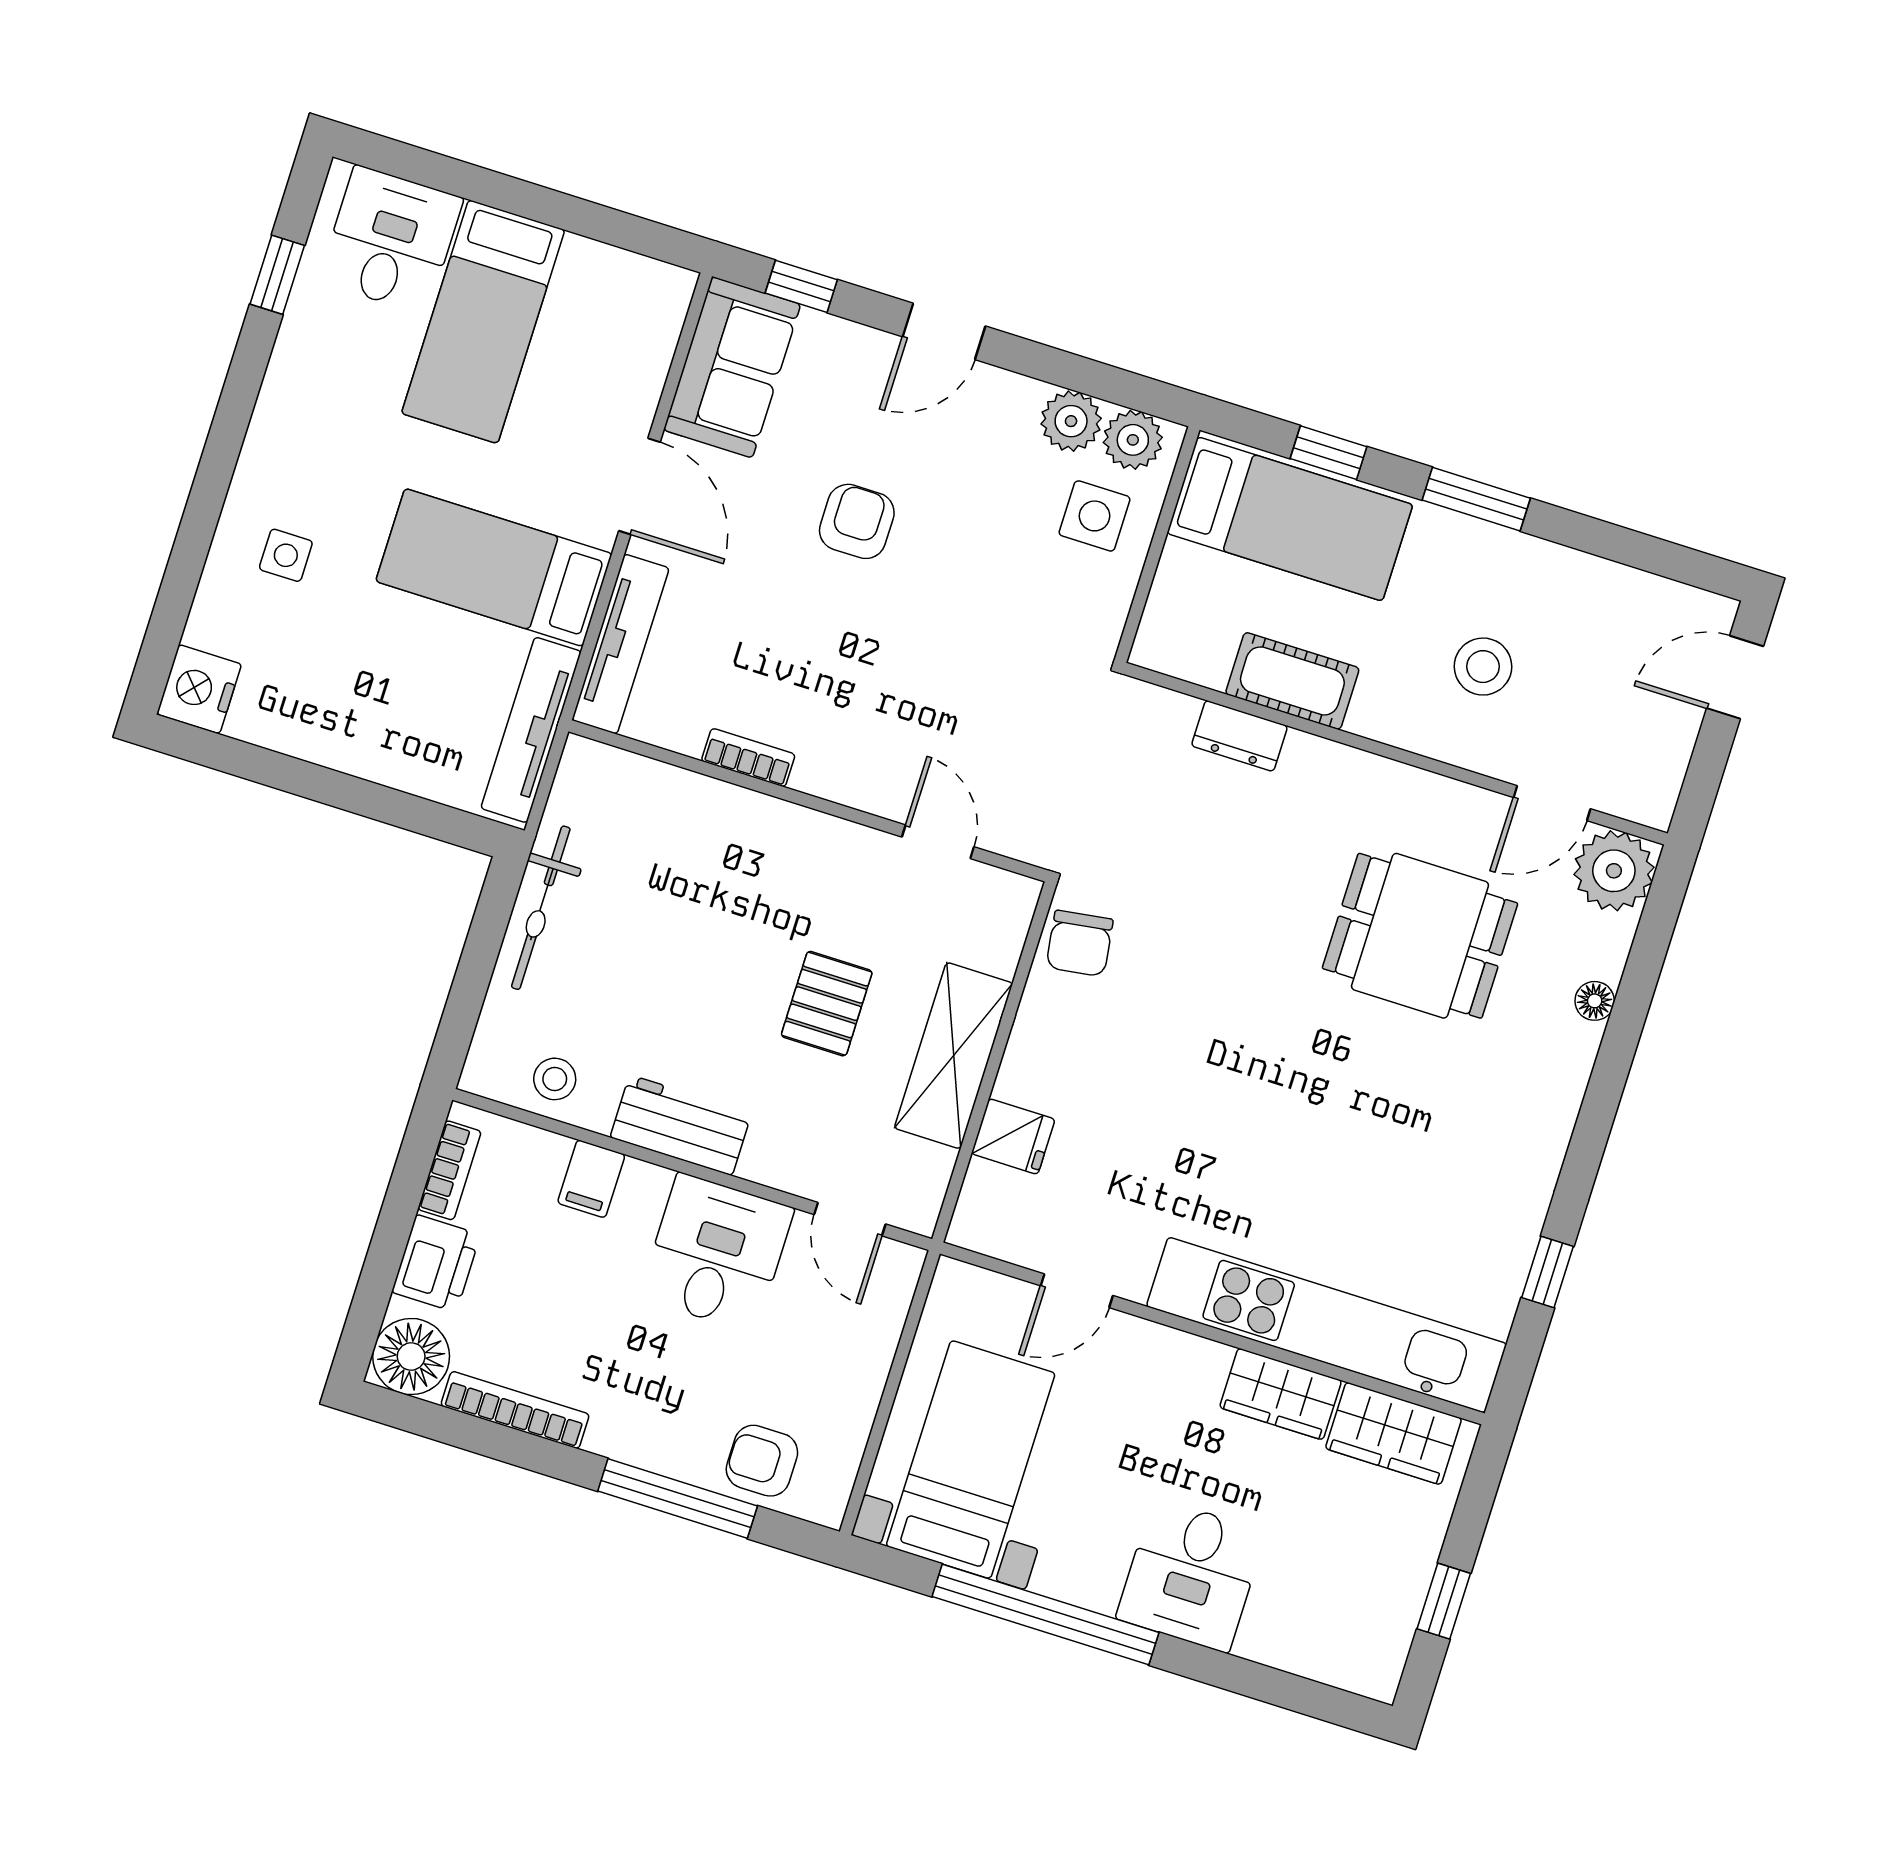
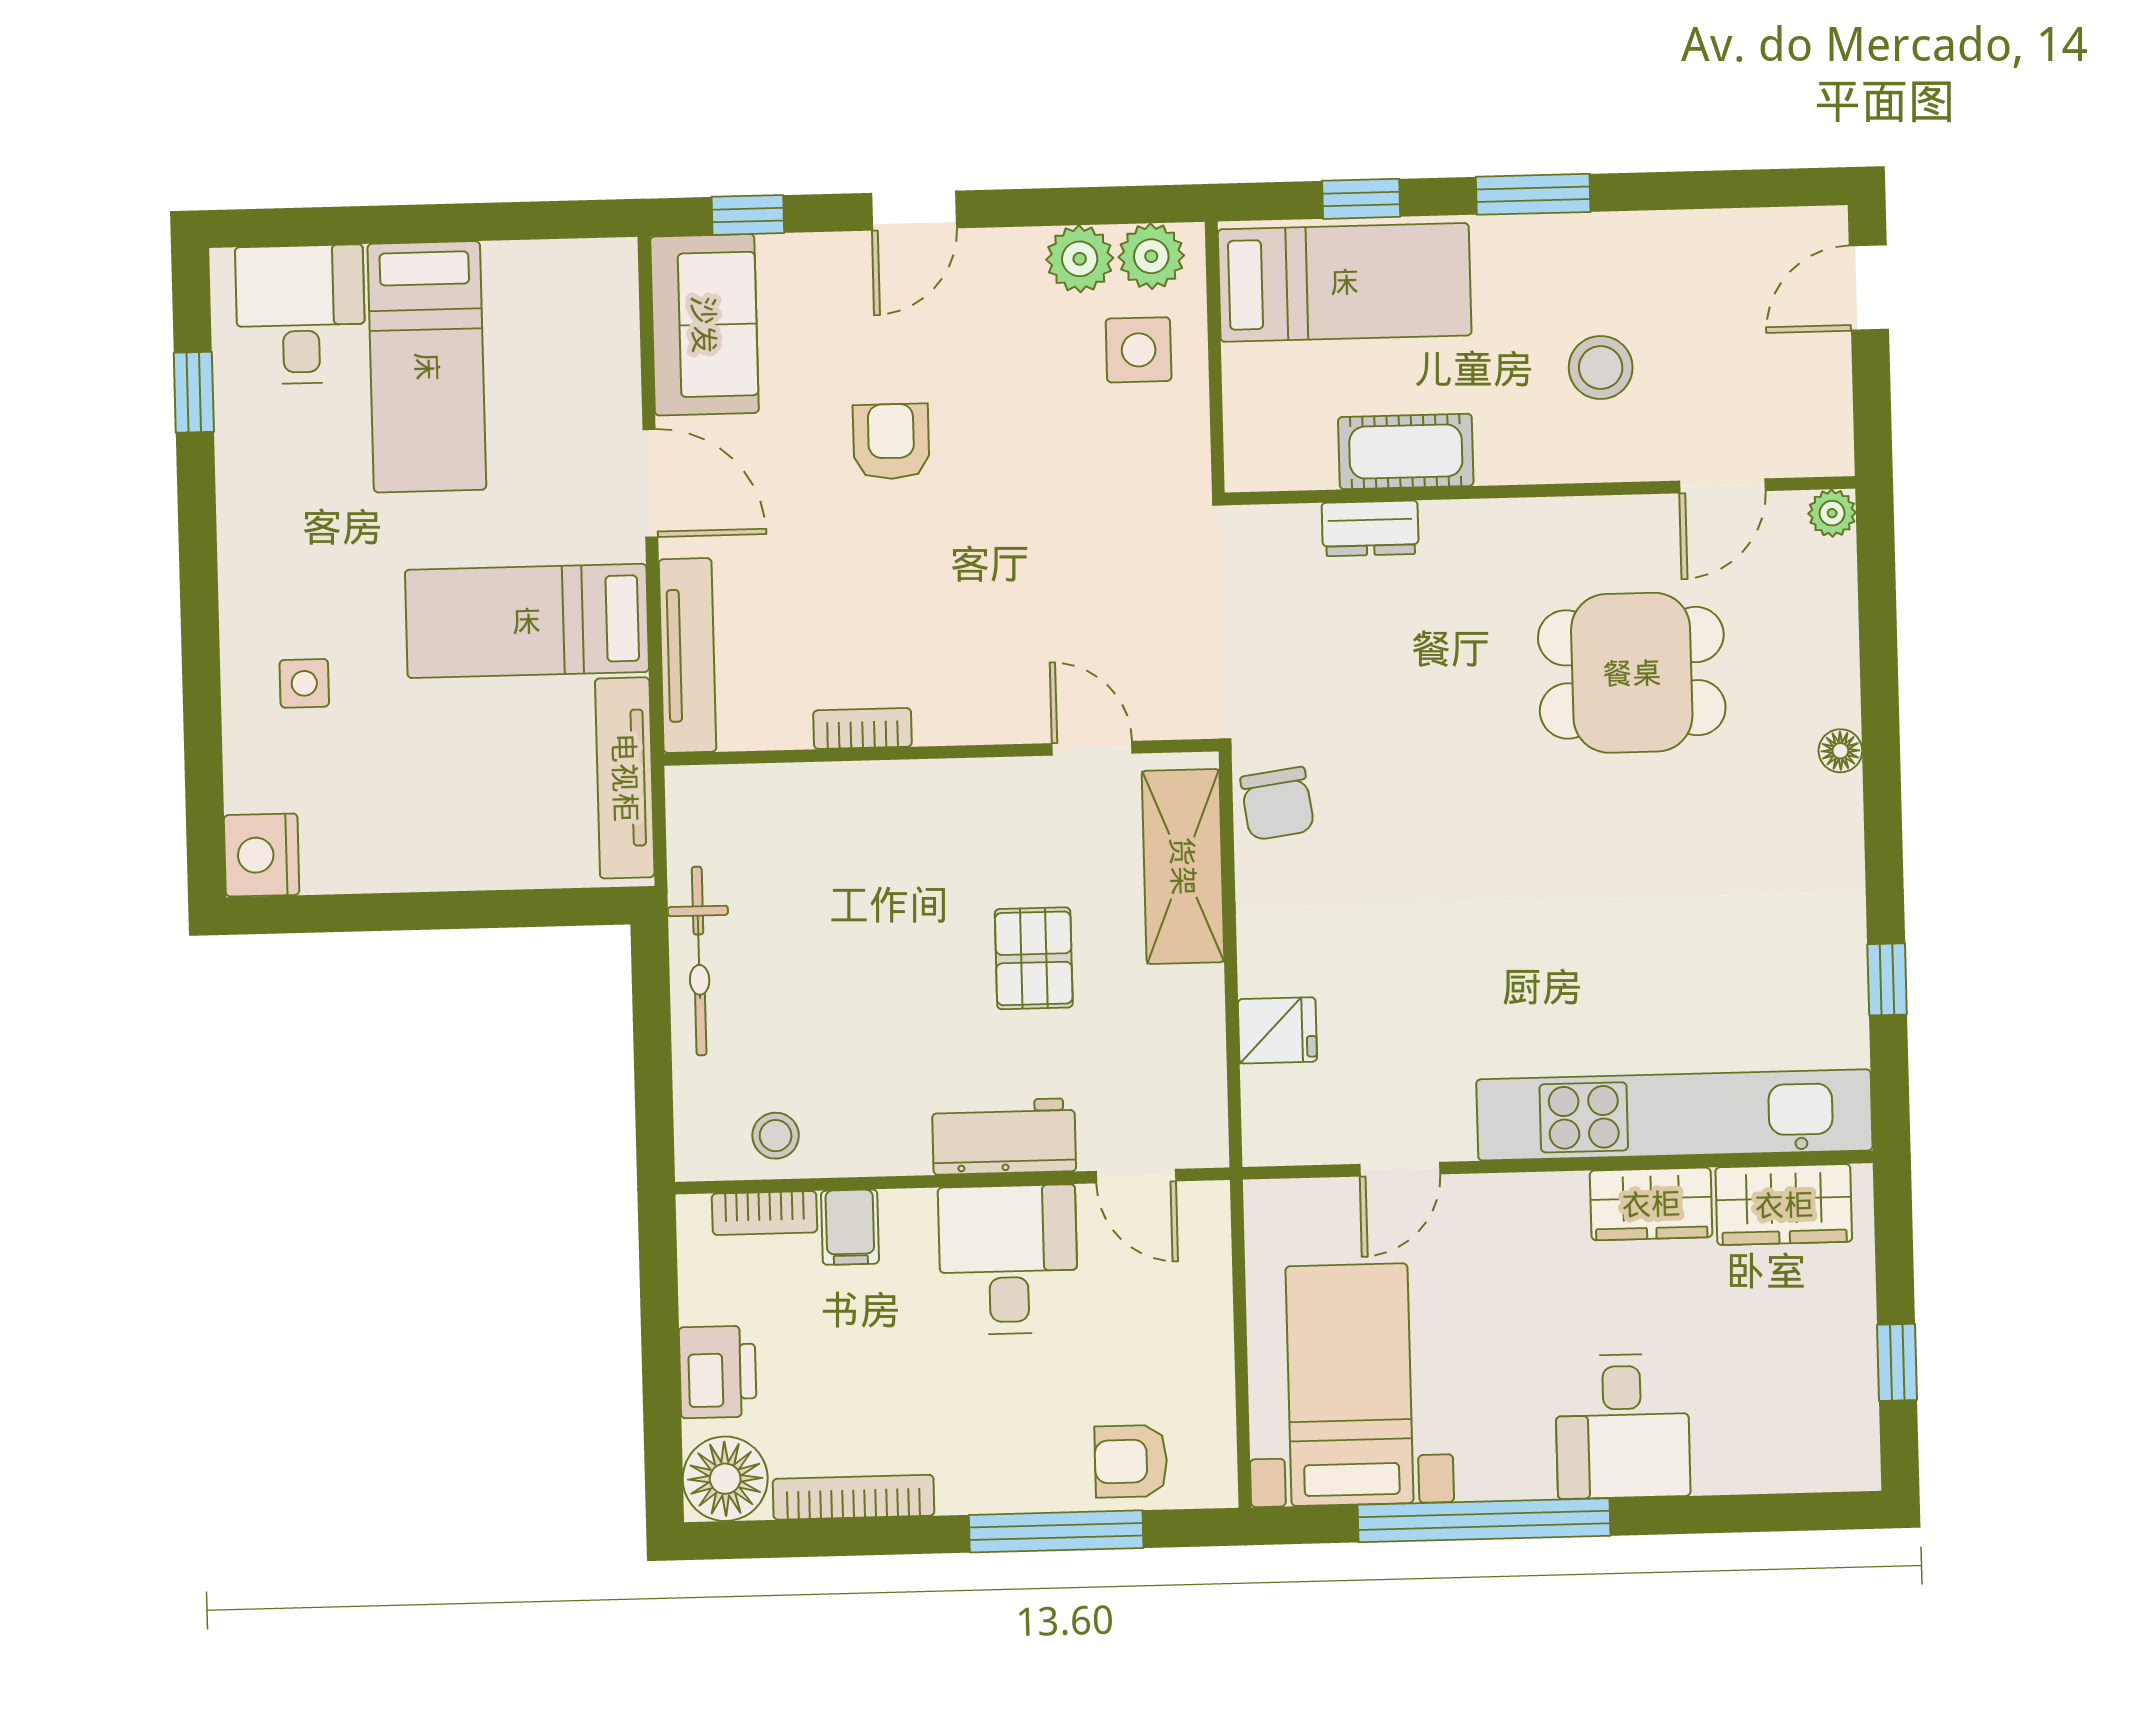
plant: (1614, 871) -> (1832, 513), width x0.53, depth x0.53
floor lamp: (1595, 1001) -> (1840, 751), moved
shelving: (954, 1056) -> (1183, 866), moved
workbench: (681, 1125) -> (1004, 1136), moved
bookcase: (449, 1170) -> (764, 1213), moved, turned 90

